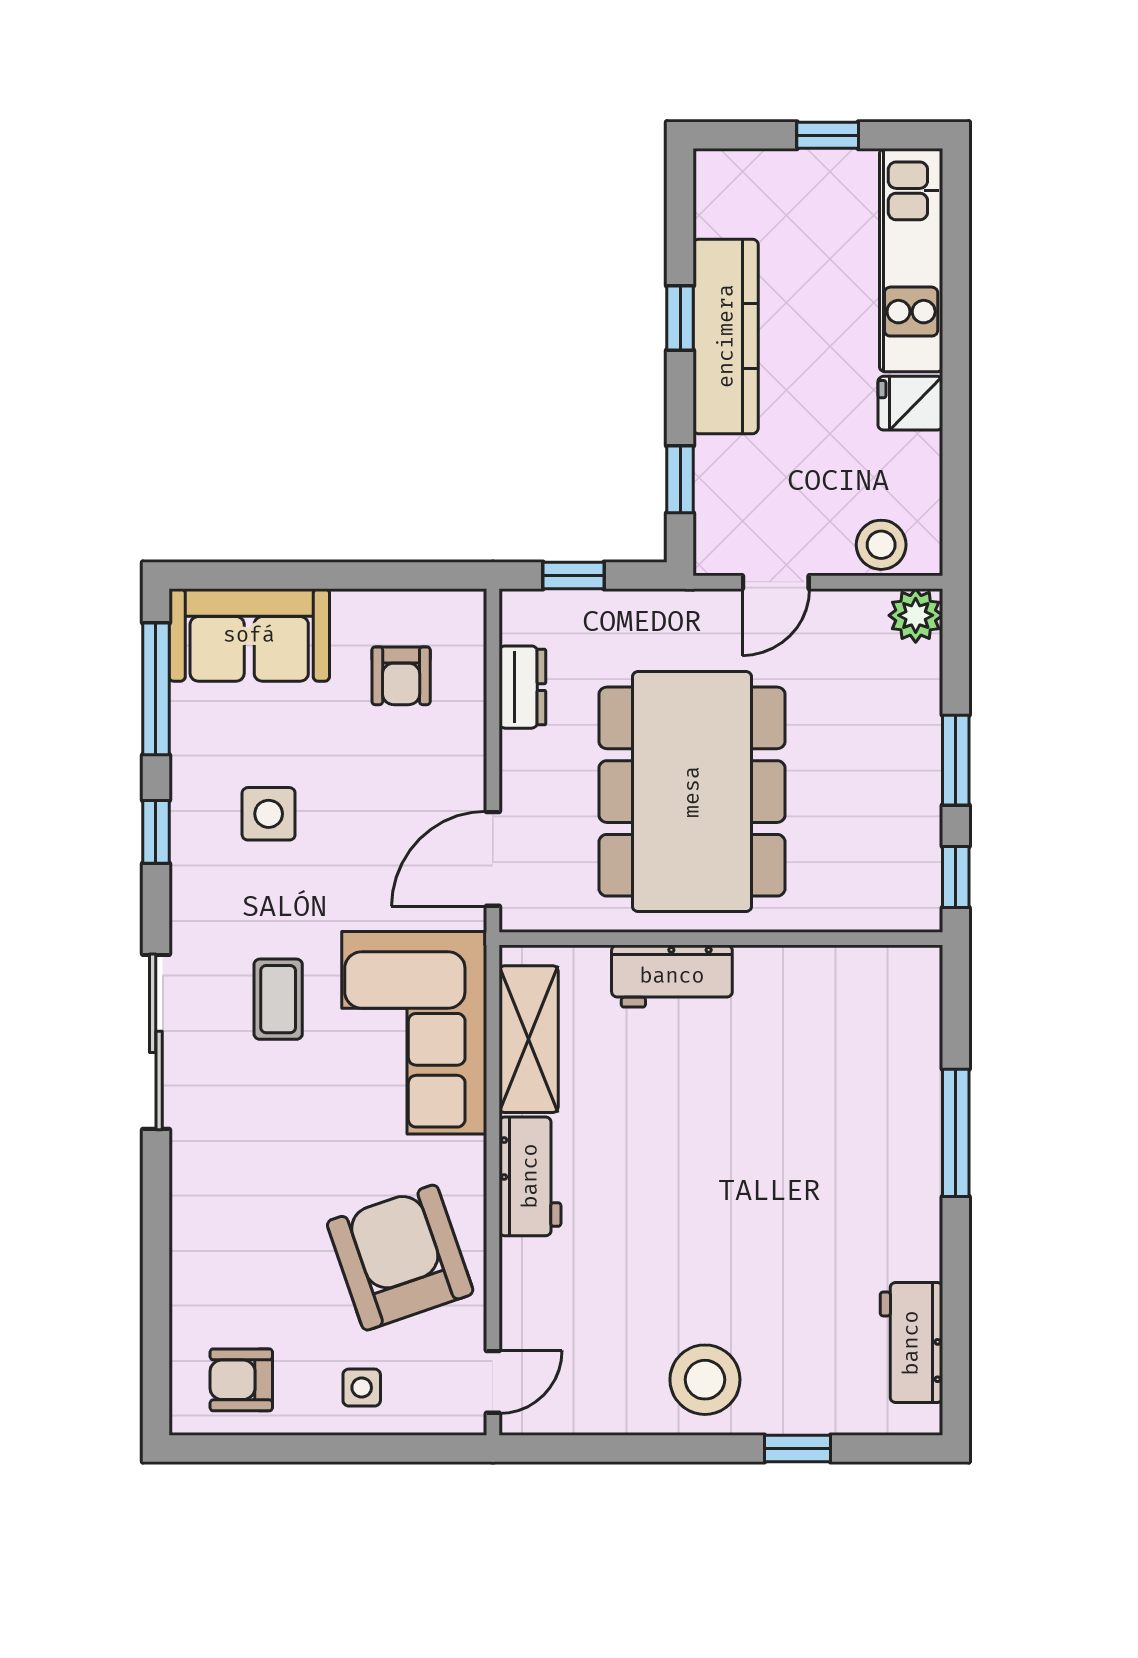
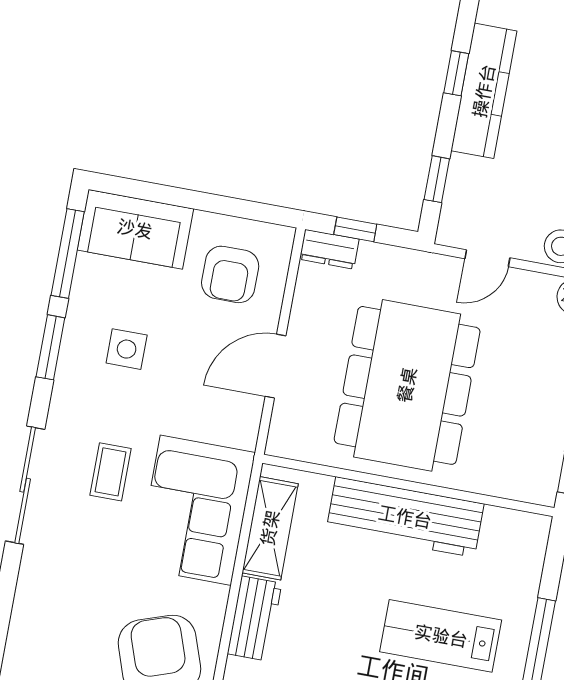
armchair: (401, 676) -> (230, 274), width x1.38, depth x1.38
dresser: (522, 687) -> (329, 249), moved, turned 90
window: (156, 832) -> (50, 347), width x1.50
door: (493, 859) -> (276, 366), moved
workbench: (672, 976) -> (405, 517), width x1.88, depth x1.32
lab bench: (809, 1152) -> (441, 636), added

